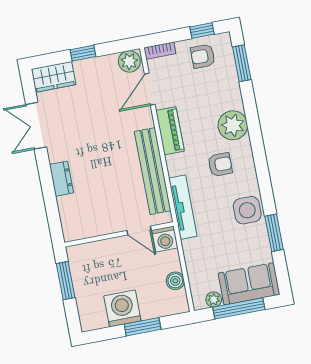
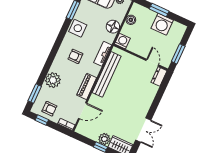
plant: (129, 61) -> (104, 139), moved
plant: (233, 125) -> (53, 80), moved
dresser: (61, 179) -> (159, 76), moved
tv unit: (183, 207) -> (103, 54), width x0.71
door: (139, 230) -> (152, 63), moved
floor lamp: (195, 251) -> (113, 27), added

